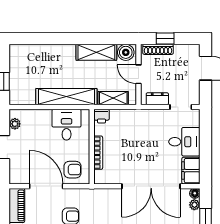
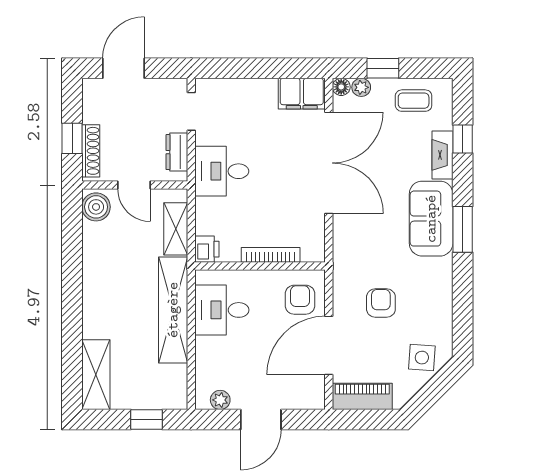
shelving: (96, 52) -> (96, 375), moved
door: (138, 74) -> (134, 185), hinge flipped
desk: (184, 142) -> (222, 171), moved, turned -90

